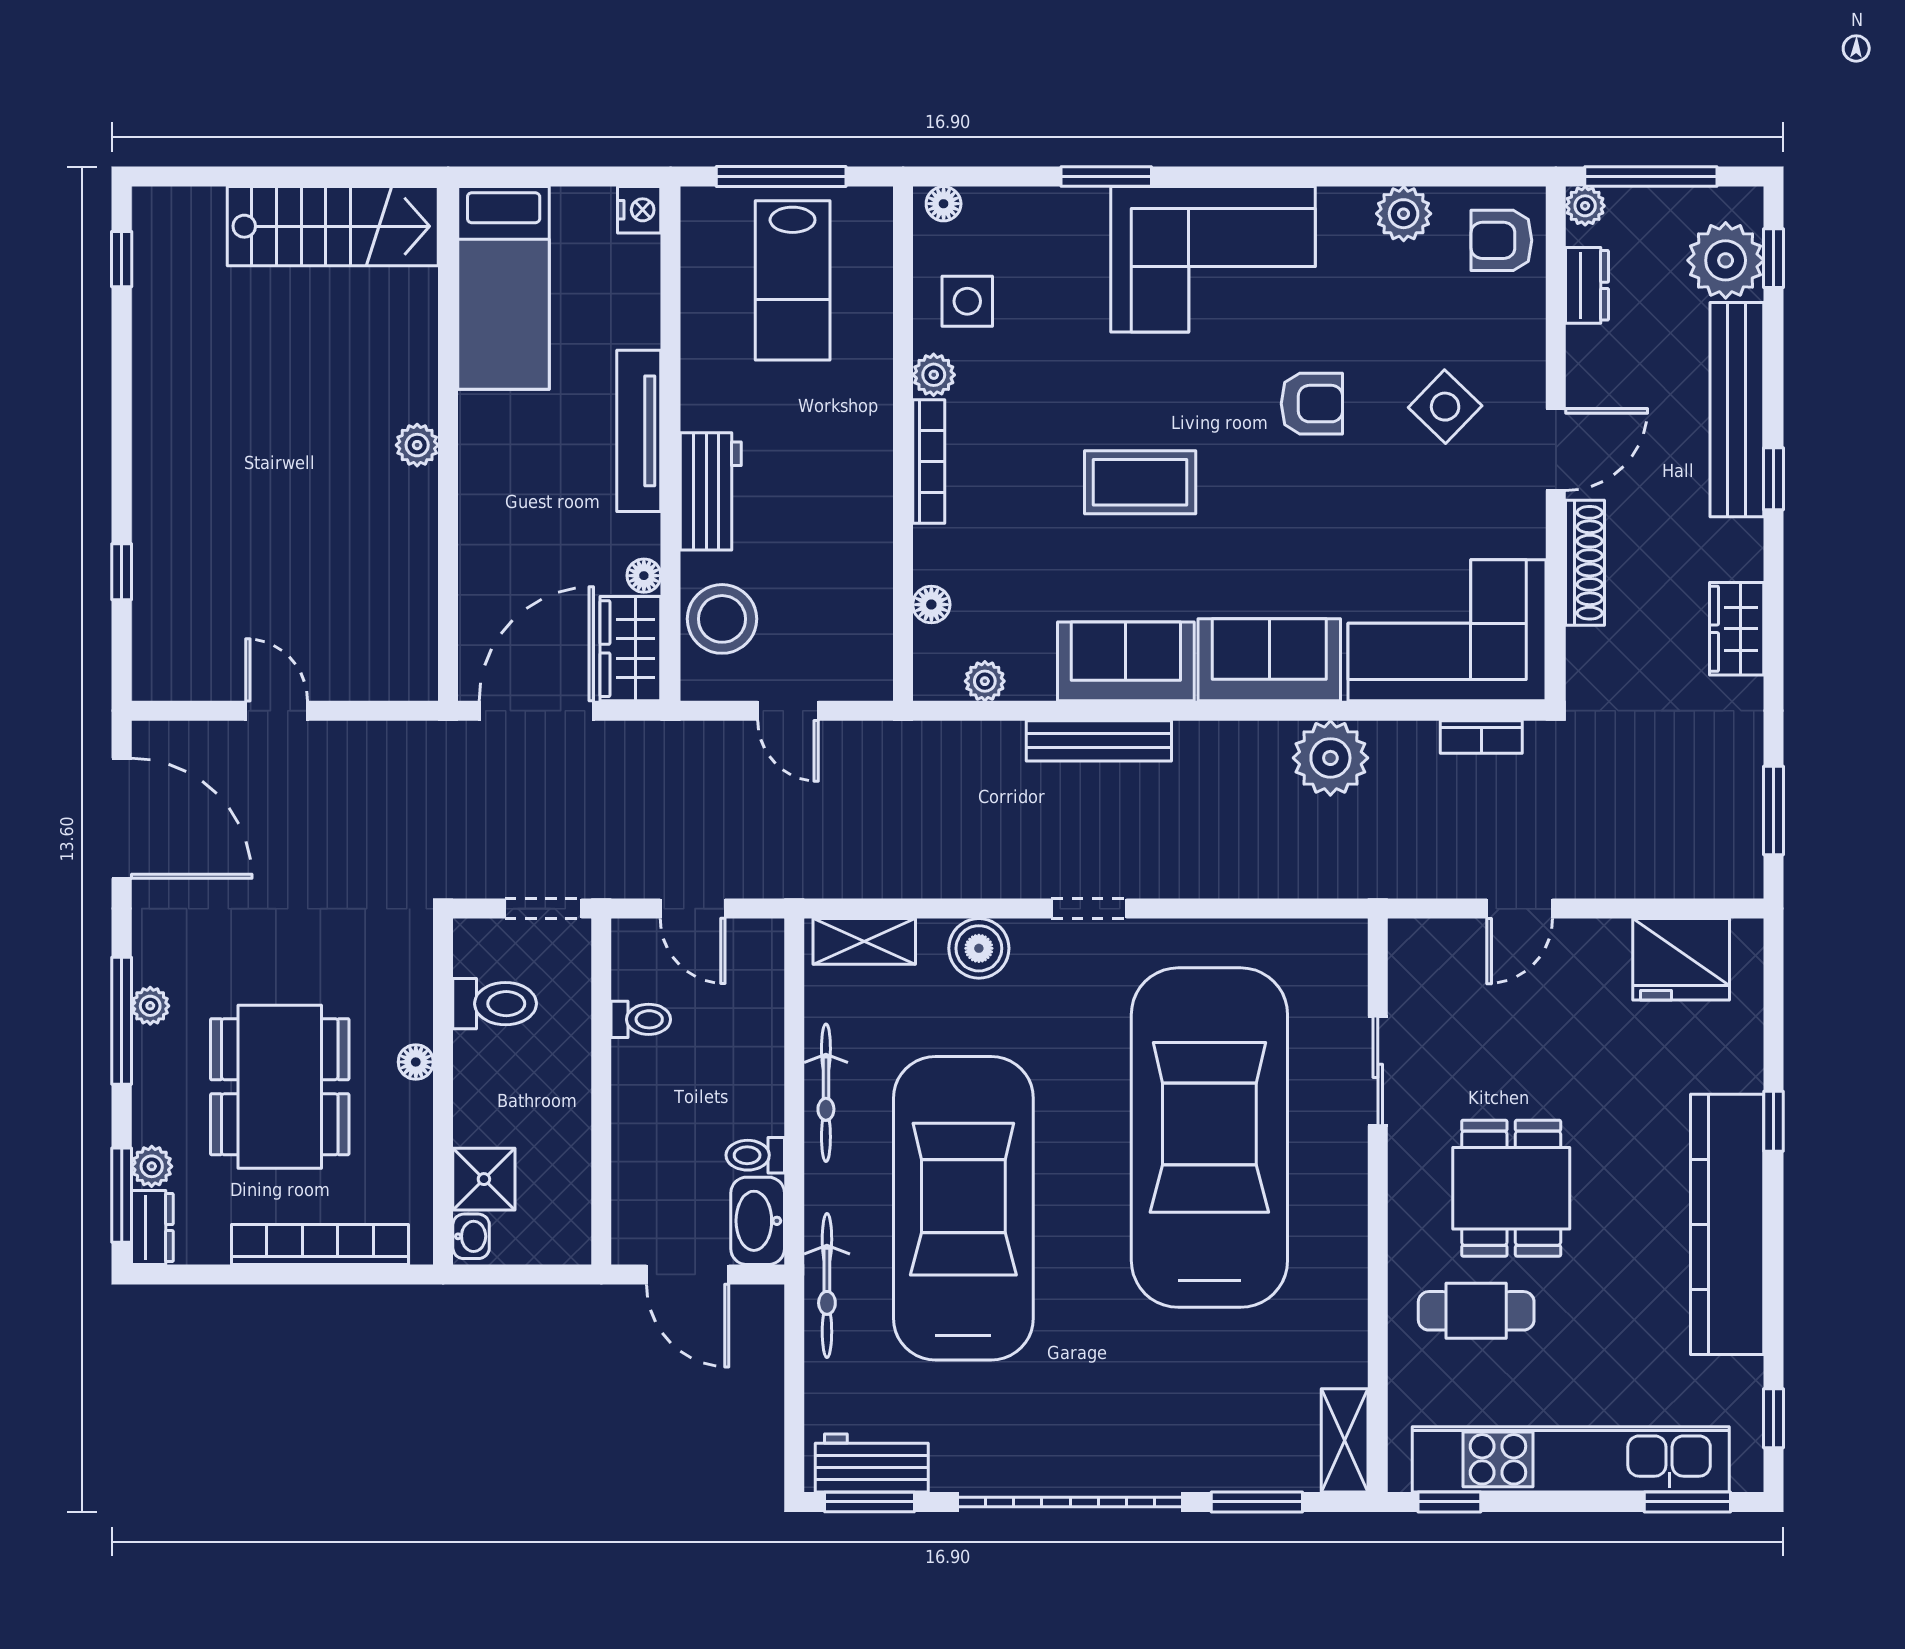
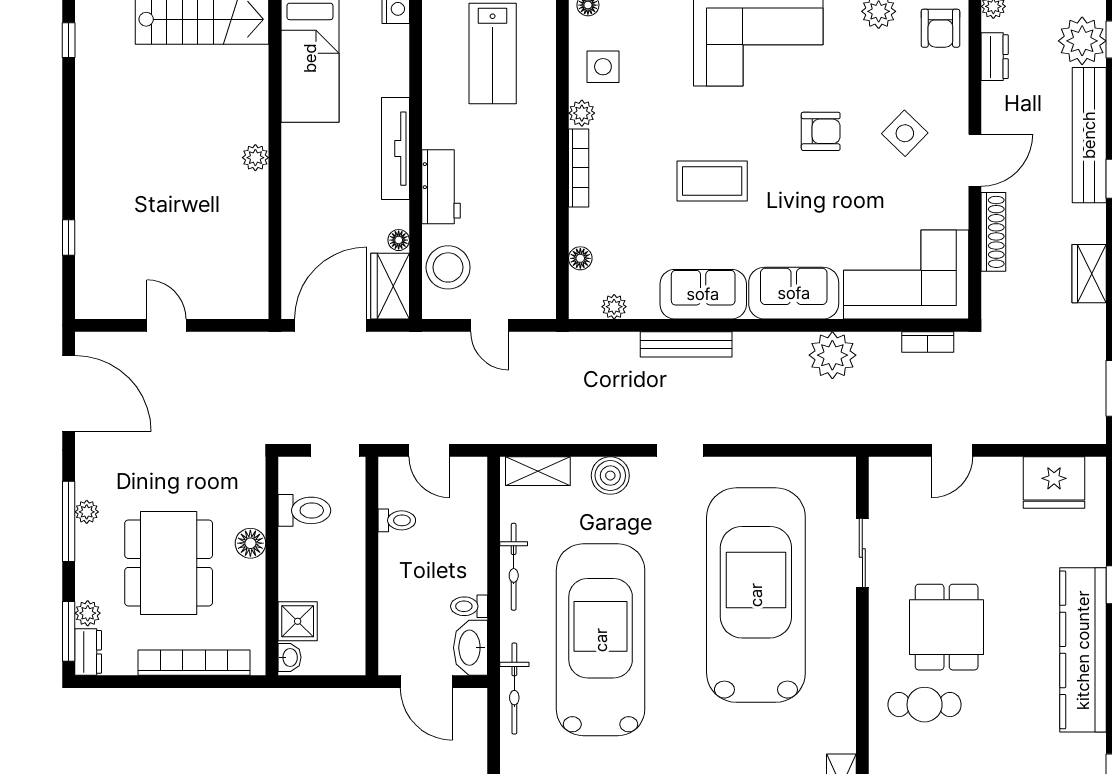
armchair: (1501, 240) -> (940, 28), turned -90
floor lamp: (416, 1062) -> (250, 543), width x1.37, depth x1.37

